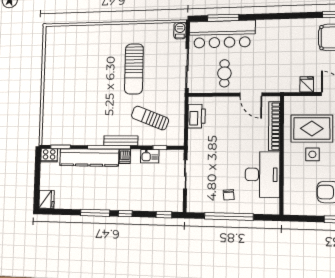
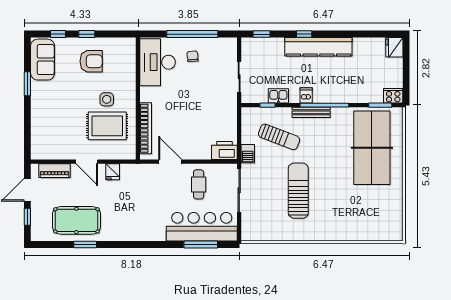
barbecue: (180, 31) -> (248, 154), moved
table tennis table: (69, 108) -> (372, 148), added
printer: (197, 116) -> (224, 150), moved, turned 90
kitchen counter: (89, 157) -> (318, 47), moved, turned 180
desk: (262, 175) -> (158, 62), moved
window: (95, 213) -> (338, 34), removed

